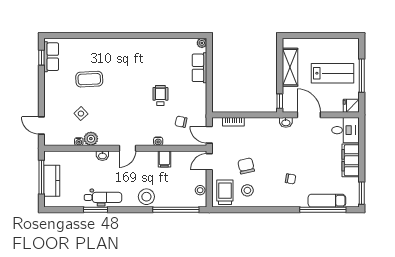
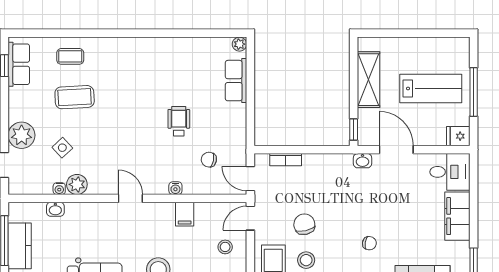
coffee table: (86, 51) -> (70, 56), added
plant: (53, 105) -> (22, 135), added
door: (127, 148) -> (130, 198), swing flipped
washbasin: (102, 156) -> (55, 209), moved
stool: (200, 190) -> (225, 247), moved

